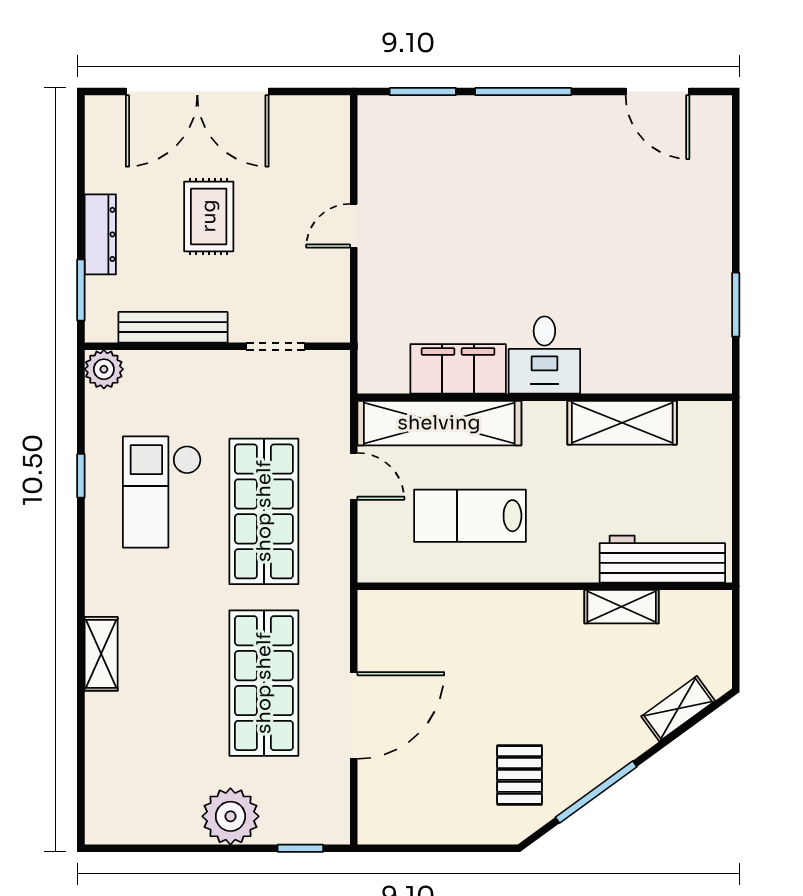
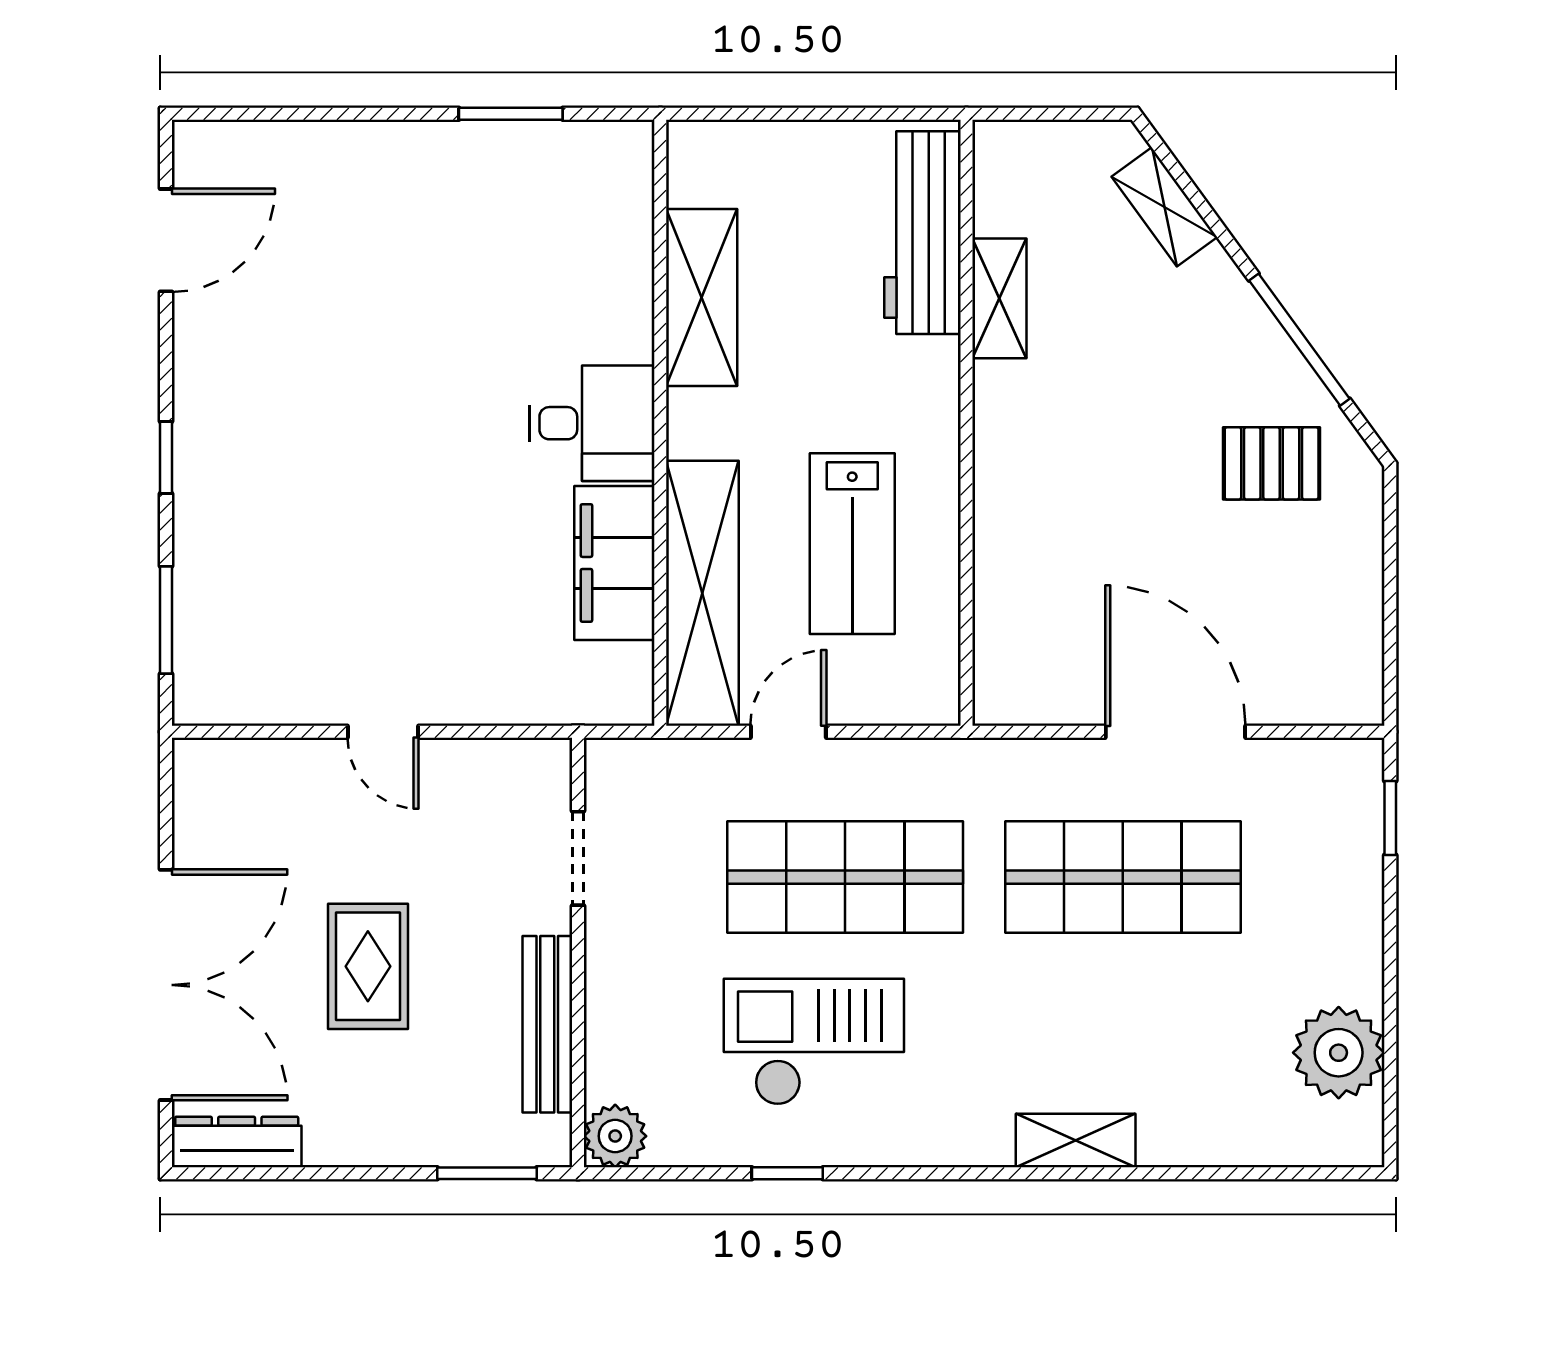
window: (523, 92) -> (166, 457), width x0.46
rug: (209, 216) -> (368, 966), turned 90
dresser: (100, 234) -> (237, 1142), moved
checkout: (162, 492) -> (814, 1042), turned 180
plant: (230, 816) -> (1339, 1053), moved

